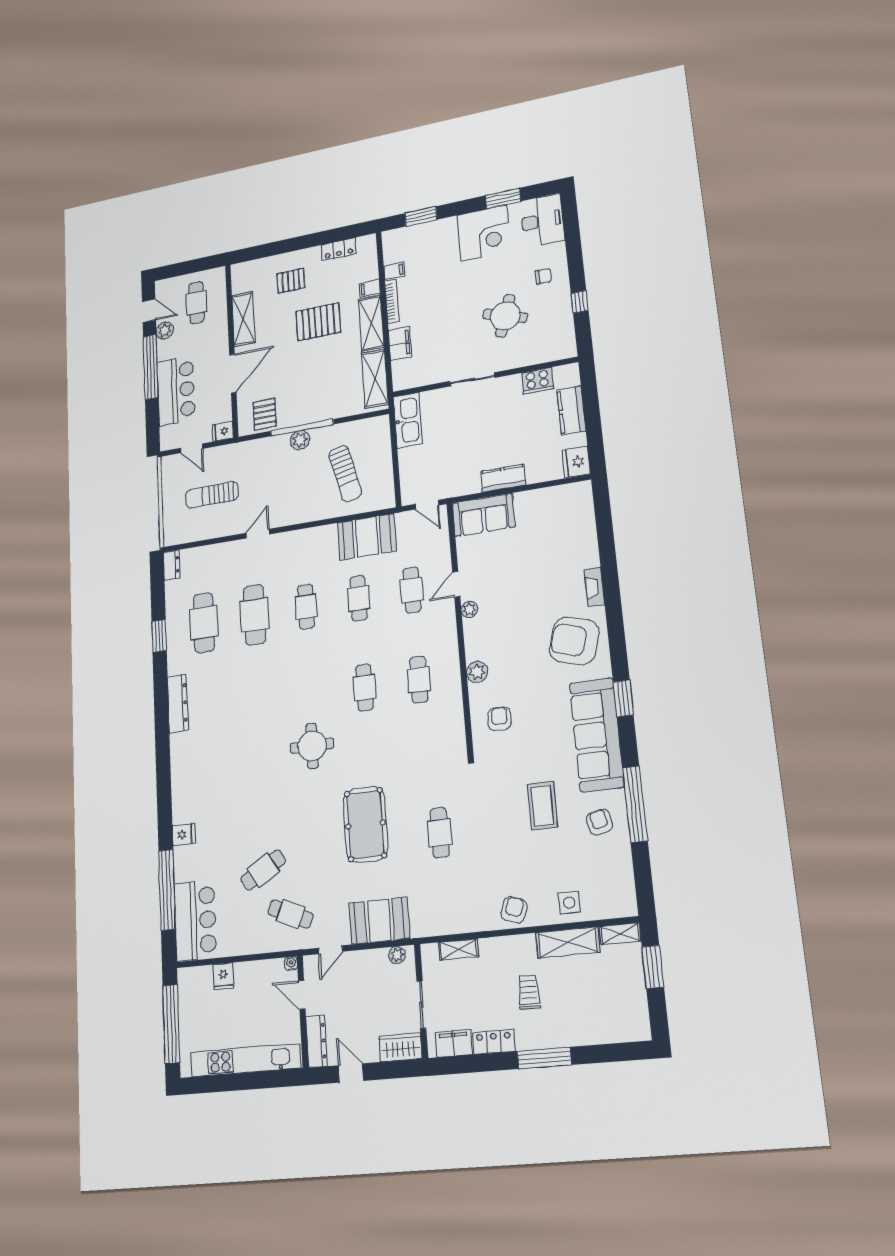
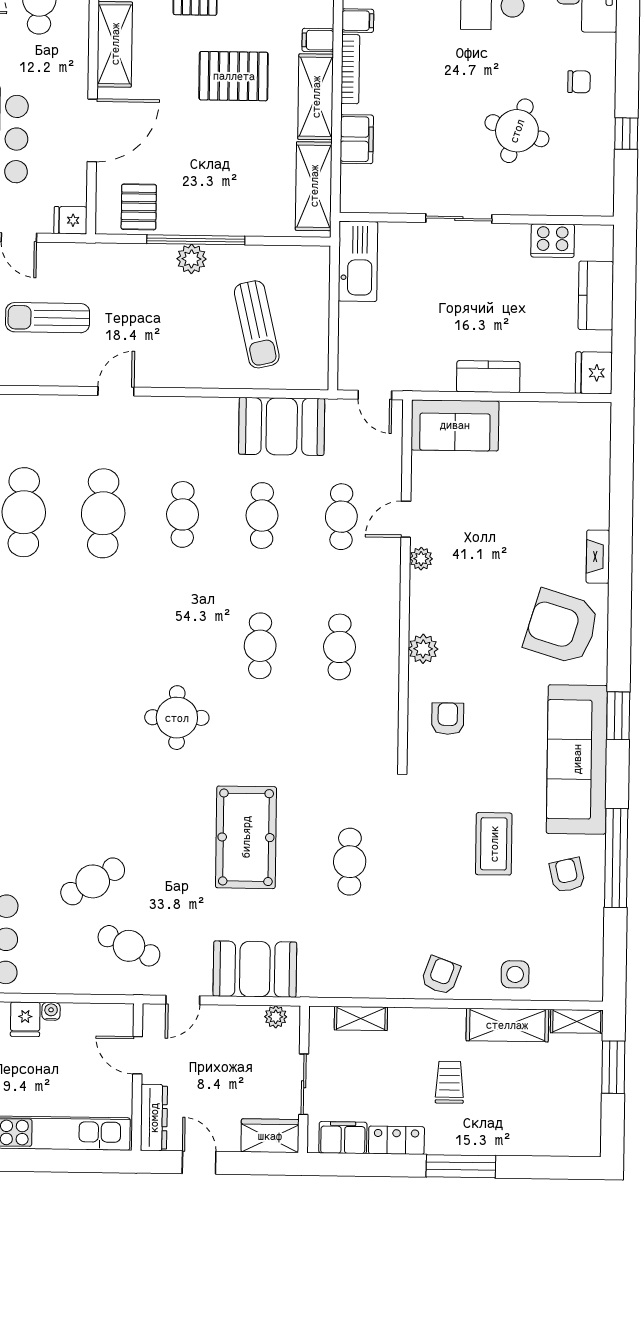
water cooler: (291, 964) -> (51, 1011), moved

